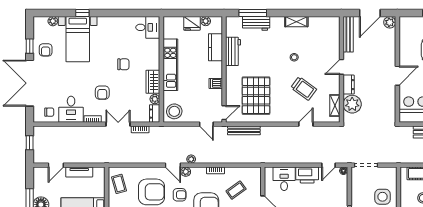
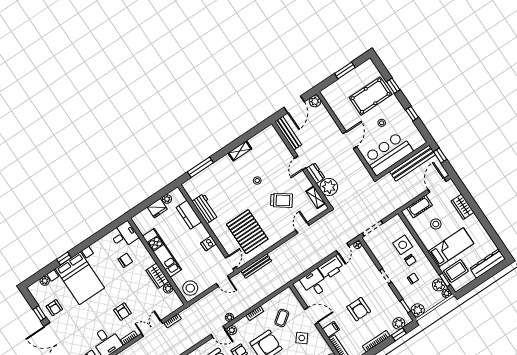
workbench: (256, 23) -> (209, 174), removed
bed with nightstands: (78, 39) -> (80, 278), width x1.36
chair: (123, 64) -> (125, 260), moved
dresser: (155, 114) -> (176, 300), removed

